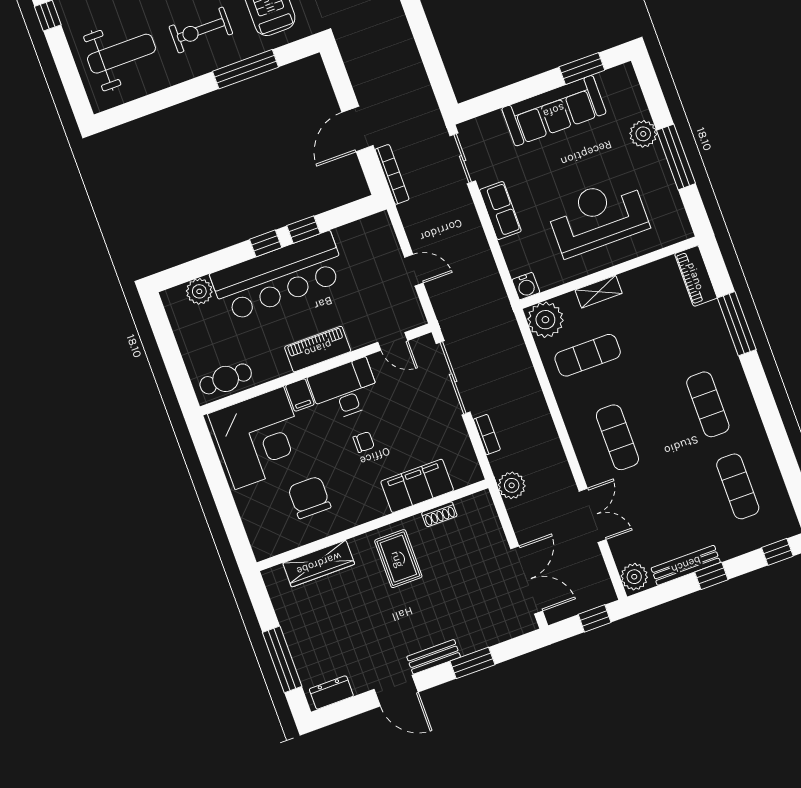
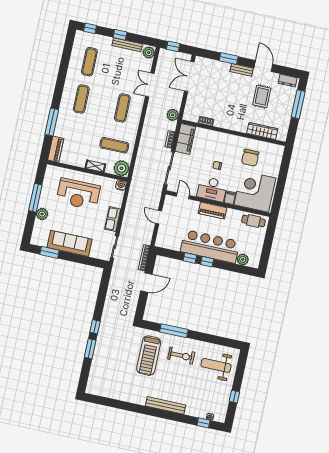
filing cabinet: (417, 486) -> (185, 139), moved, turned -90
rug: (398, 559) -> (262, 96), moved

